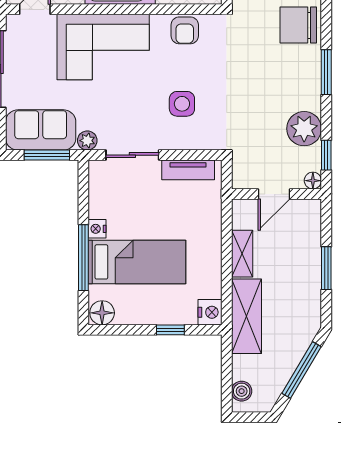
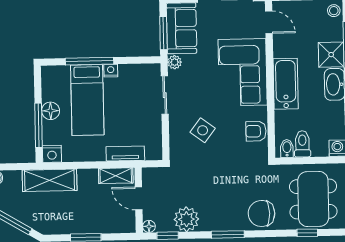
chair: (298, 25) -> (261, 213), turned -90
side table: (182, 104) -> (203, 130), turned 37
tv unit: (188, 170) -> (125, 154), moved, turned 90
shelving: (242, 254) -> (116, 176), moved
floor lamp: (102, 313) -> (51, 111), moved
window: (170, 330) -> (39, 125), width x2.17

